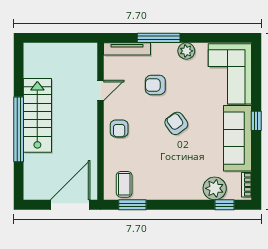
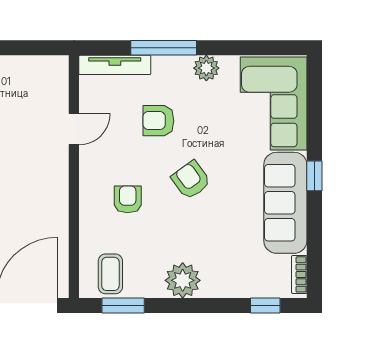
armchair: (119, 128) -> (128, 199), moved, turned 180
plant: (215, 188) -> (183, 280), moved

